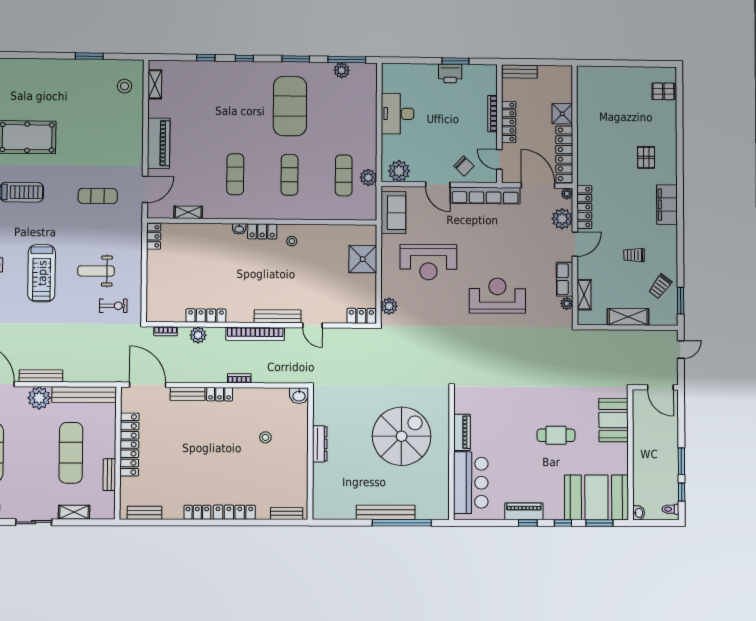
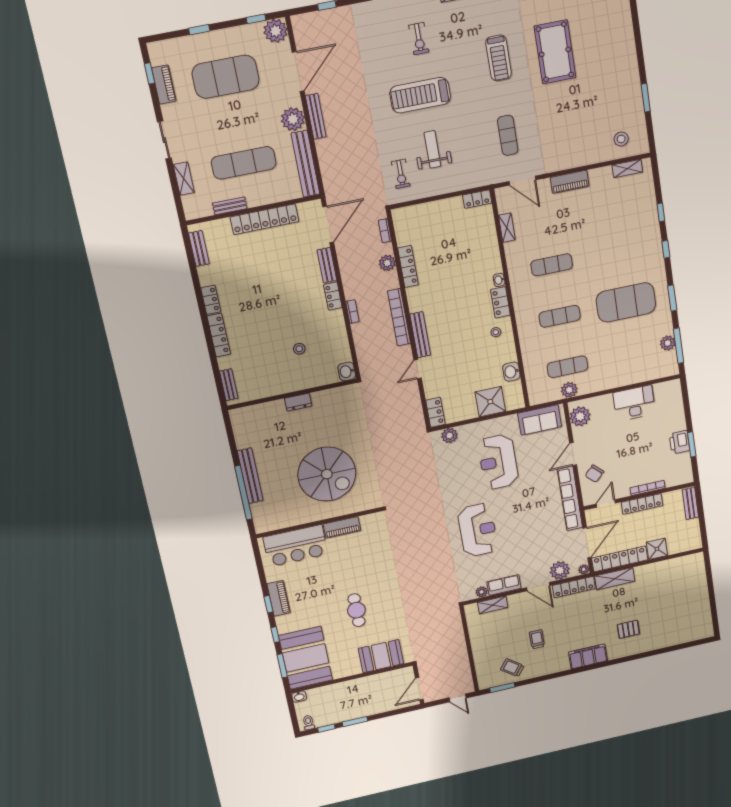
pallet: (663, 91) -> (691, 630), removed
piano: (159, 143) -> (570, 182), width x0.73, depth x0.75
washbasin: (336, 233) -> (511, 372), added
shelving: (628, 317) -> (615, 579), moved, turned 90
dresser: (320, 444) -> (298, 402), width x0.70

